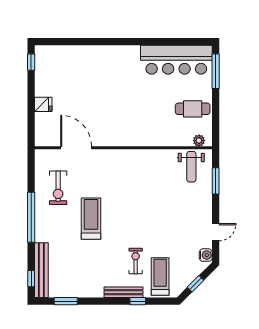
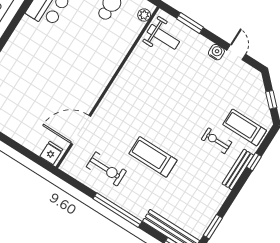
fridge: (43, 104) -> (51, 153), moved
water cooler: (206, 255) -> (216, 52), moved

